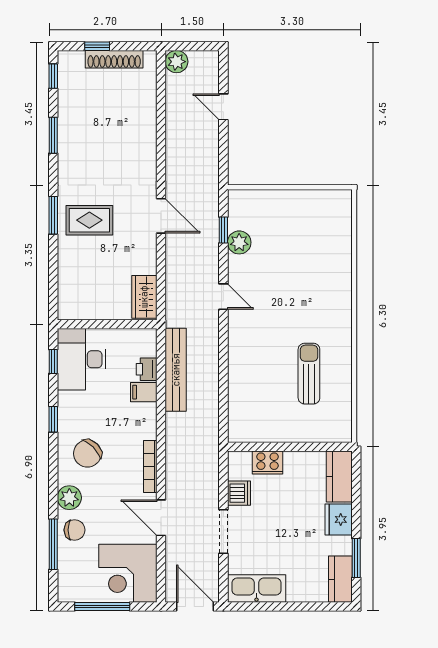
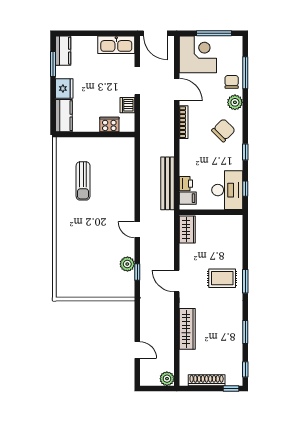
window: (97, 46) -> (231, 388), moved
wardrobe: (144, 140) -> (187, 329), added
filing cabinet: (144, 392) -> (188, 198), moved
chair: (75, 530) -> (232, 82), turned 90

